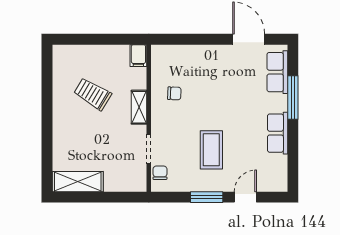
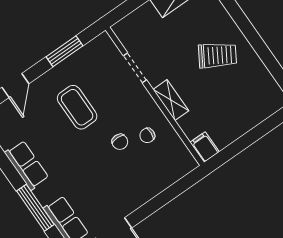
trolley: (93, 94) -> (217, 55), moved
chair: (160, 173) -> (120, 142), moved
window: (207, 197) -> (65, 51), moved

